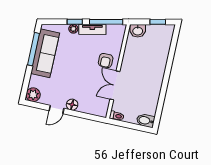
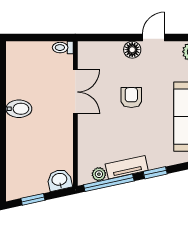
plant: (73, 29) -> (99, 174), moved
armchair: (106, 60) -> (131, 98), moved
bidet: (146, 121) -> (19, 109), moved

